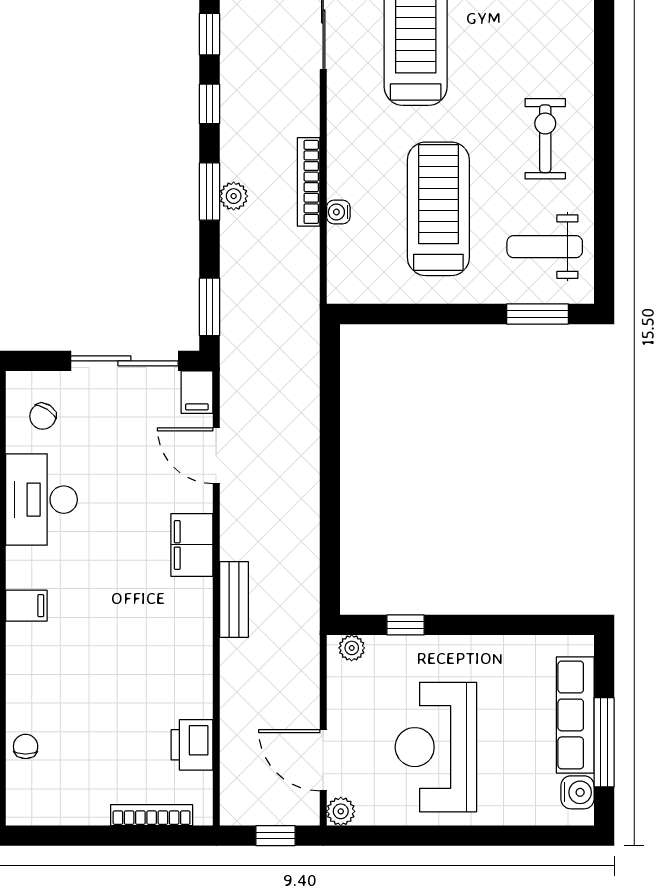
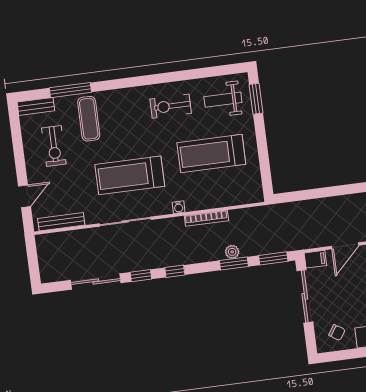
window: (210, 191) -> (234, 264), moved
plant: (234, 196) -> (232, 252), moved
water cooler: (338, 212) -> (179, 207), moved
weight bench: (545, 247) -> (223, 100), turned 90

